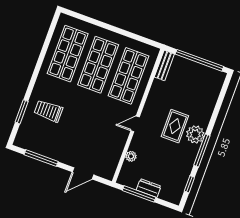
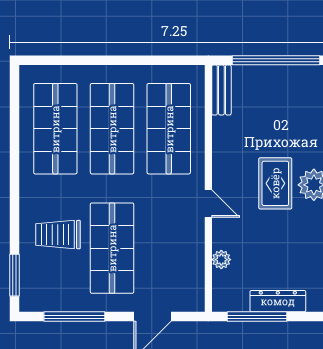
window: (22, 112) -> (15, 275), moved
door: (135, 124) -> (208, 204), swing flipped
shop shelf: (75, 129) -> (112, 248), added
dresser: (149, 188) -> (278, 301), width x1.44

